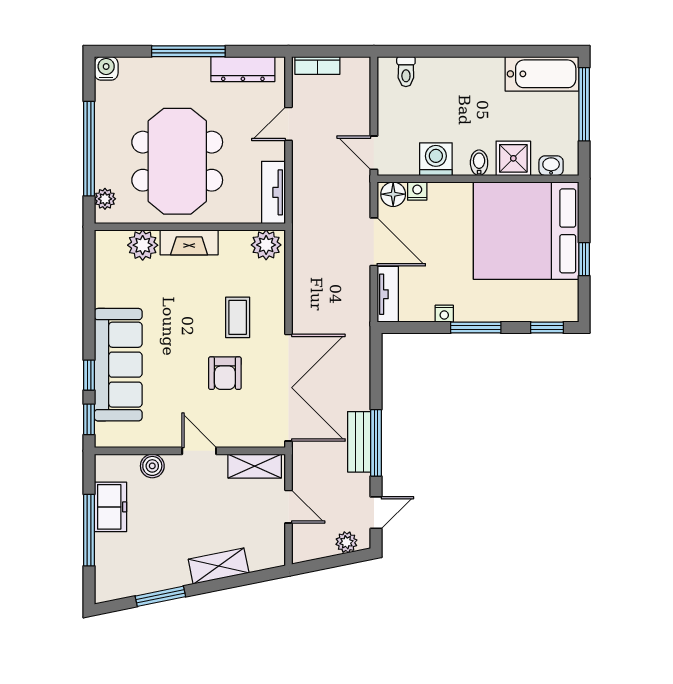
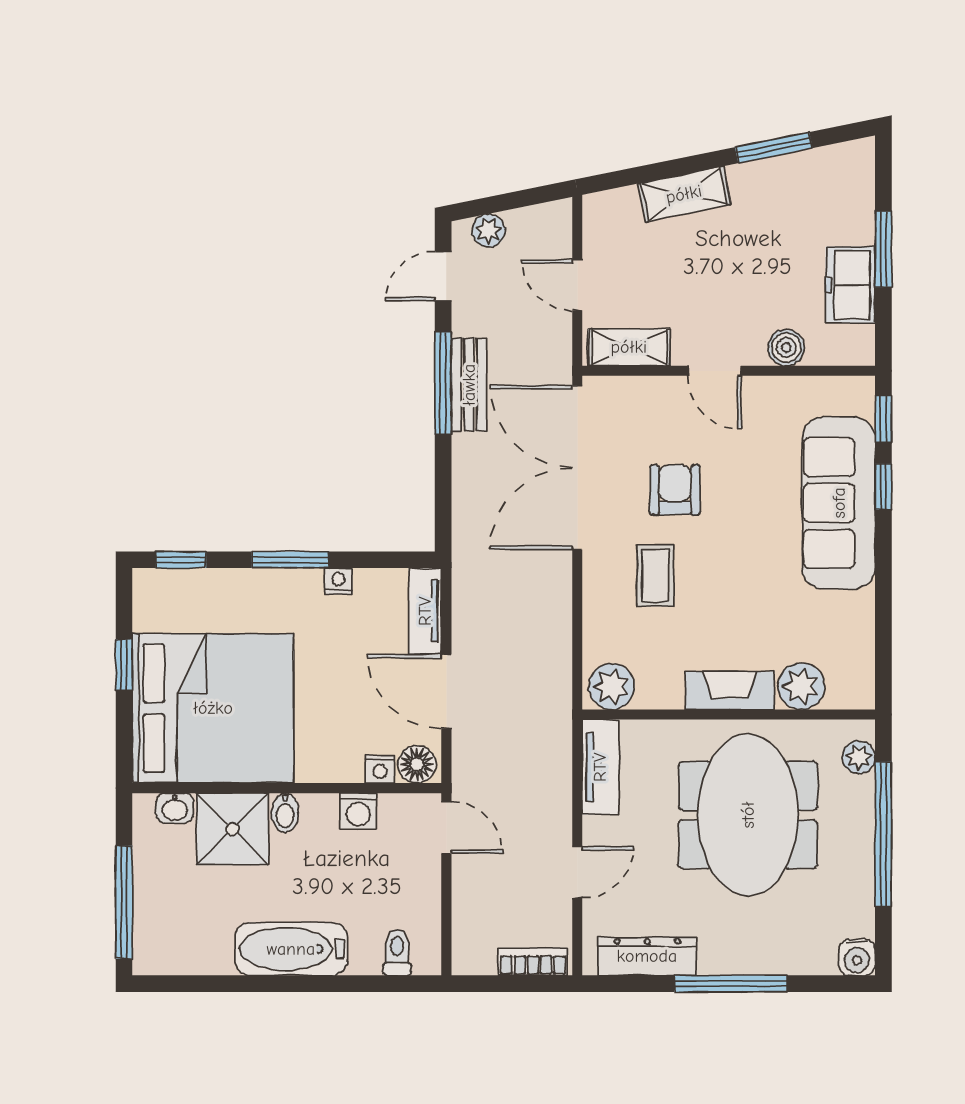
bathtub: (542, 74) -> (291, 949), moved
shower: (513, 158) -> (233, 829), width x1.36, depth x1.36
washing machine: (436, 159) -> (358, 811), width x0.73, depth x0.73
window: (89, 530) -> (883, 249), width x0.69

